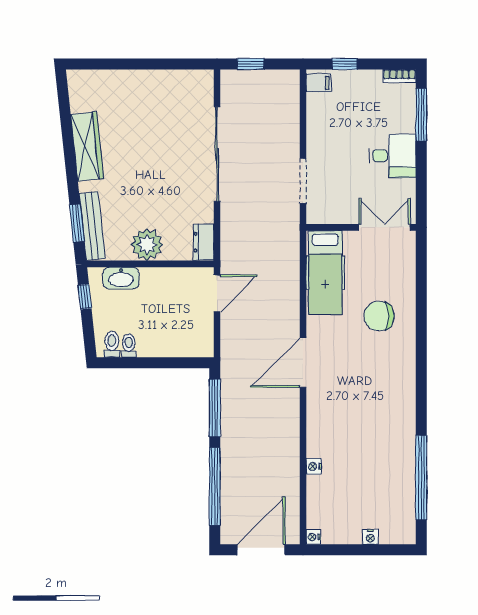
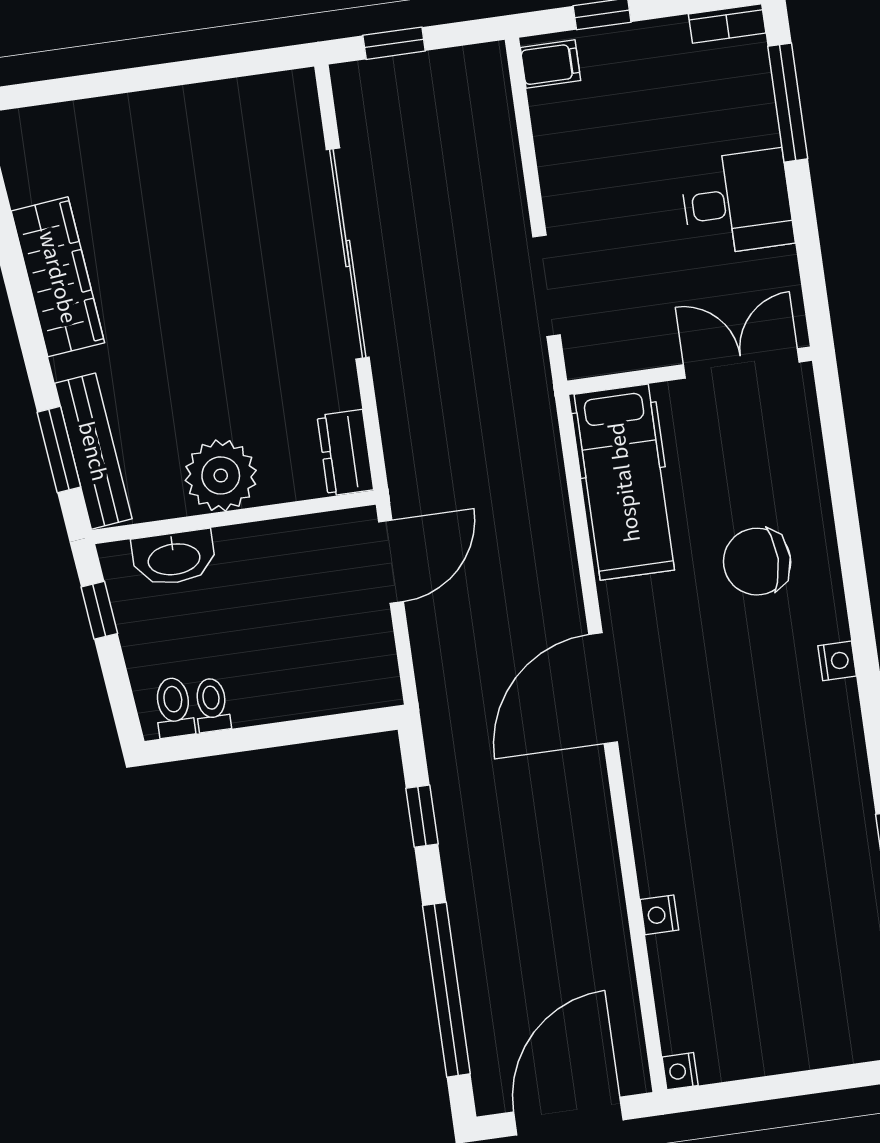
window: (215, 408) -> (422, 816), width x0.46
nightstand: (370, 537) -> (837, 661), moved, turned -90

